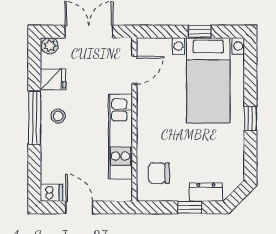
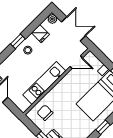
window: (34, 118) -> (18, 41), width x0.46

